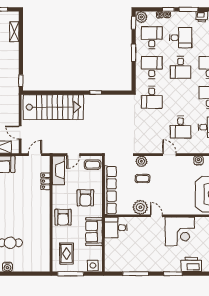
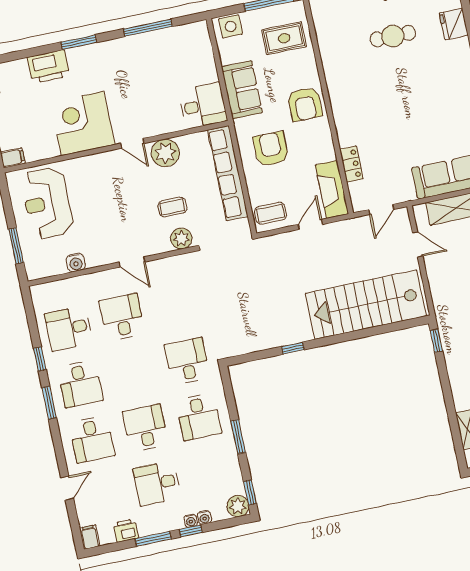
desk: (152, 38) -> (210, 472), removed
armchair: (63, 217) -> (305, 104), turned 180
rug: (67, 254) -> (284, 38), turned 90

